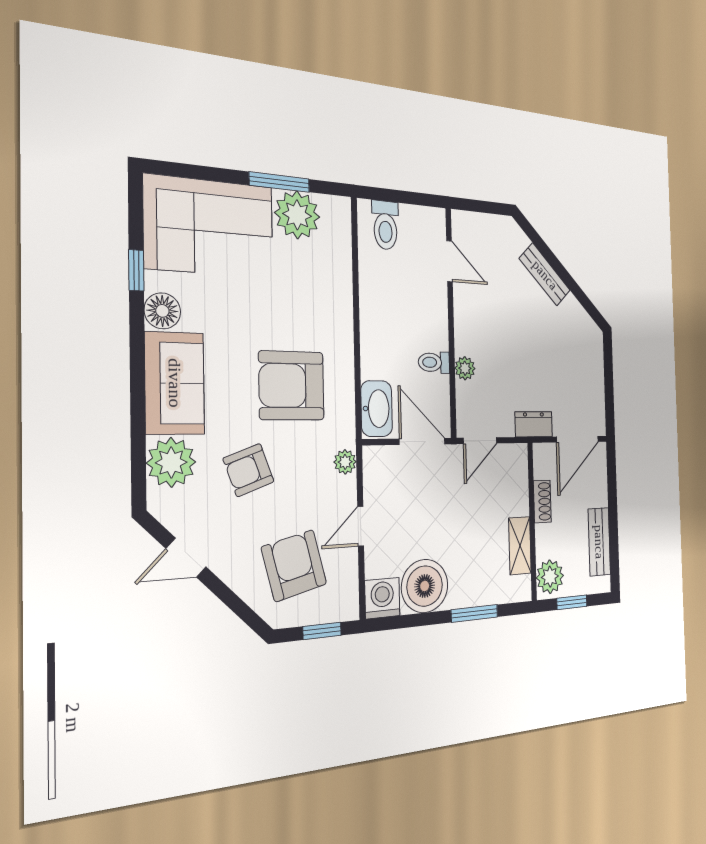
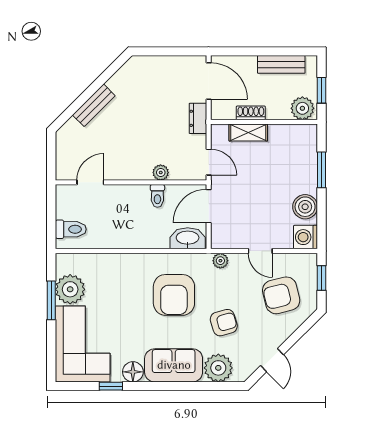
armchair: (249, 470) -> (224, 323), turned -86
shelving: (520, 546) -> (248, 133), moved
boiler: (425, 586) -> (305, 207), width x0.73, depth x0.73

